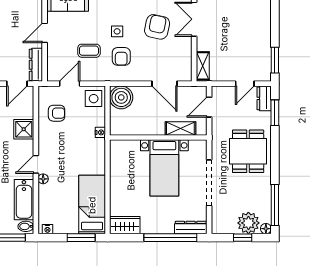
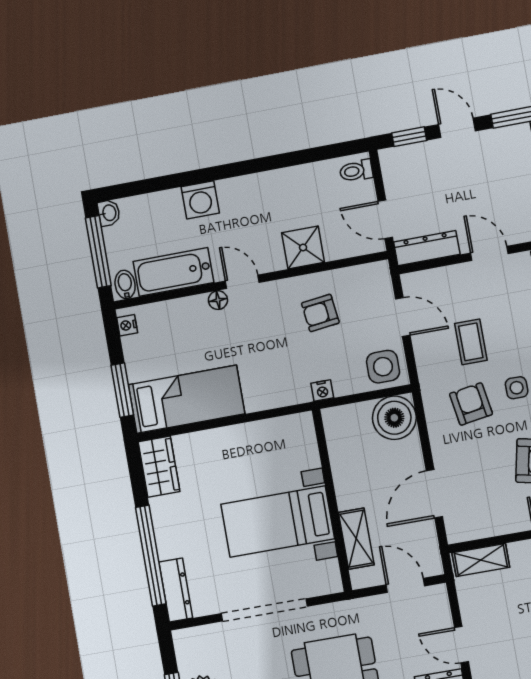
armchair: (121, 56) -> (471, 404), turned 81
armchair: (57, 113) -> (320, 313), moved, turned 83

